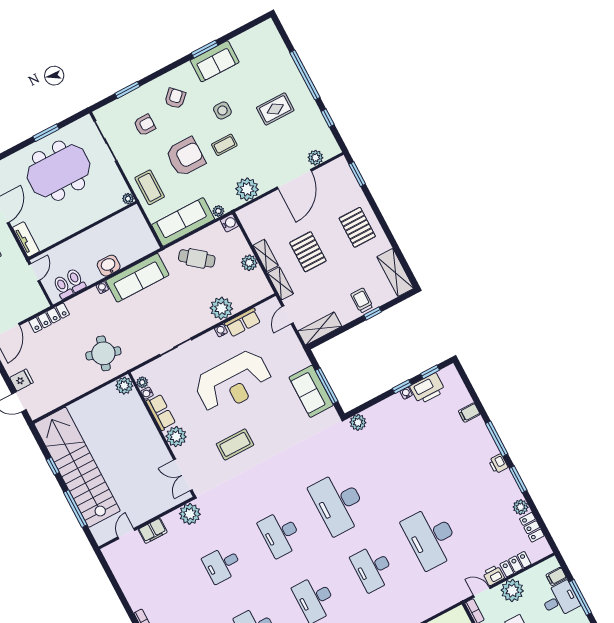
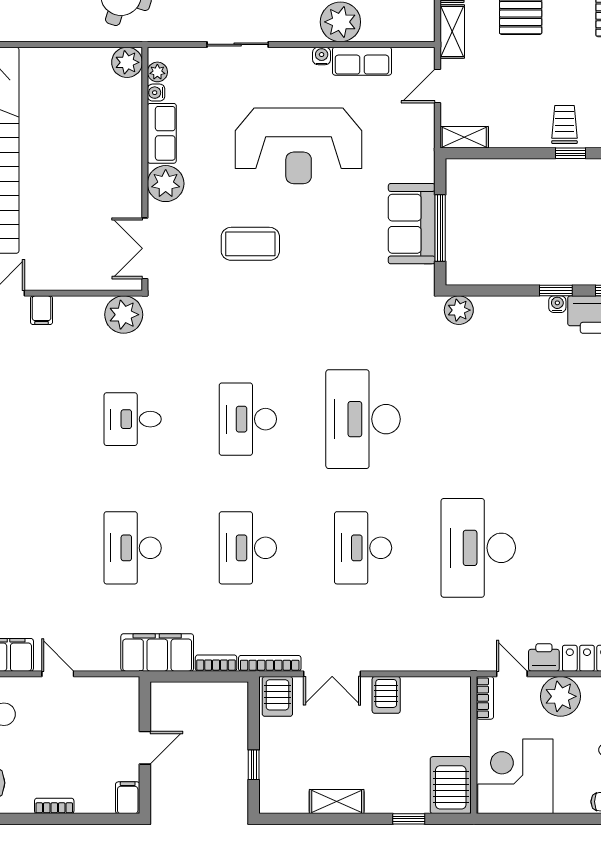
shelving: (320, 329) -> (464, 137), width x0.67, depth x0.75
filing cabinet: (153, 531) -> (42, 310), width x0.50

